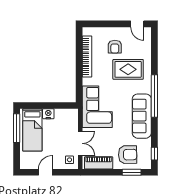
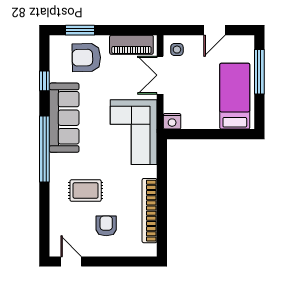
rug: (128, 69) -> (86, 191), width x0.73, depth x0.70
nightstand: (48, 114) -> (172, 121), moved
window: (17, 128) -> (259, 72), moved
window: (154, 154) -> (44, 81), moved

